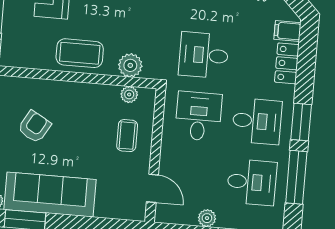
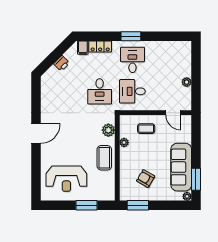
plant: (129, 95) -> (124, 142), moved
window: (296, 177) -> (161, 36), removed
desk: (252, 182) -> (165, 60), removed
door: (152, 188) -> (173, 113), swing flipped

